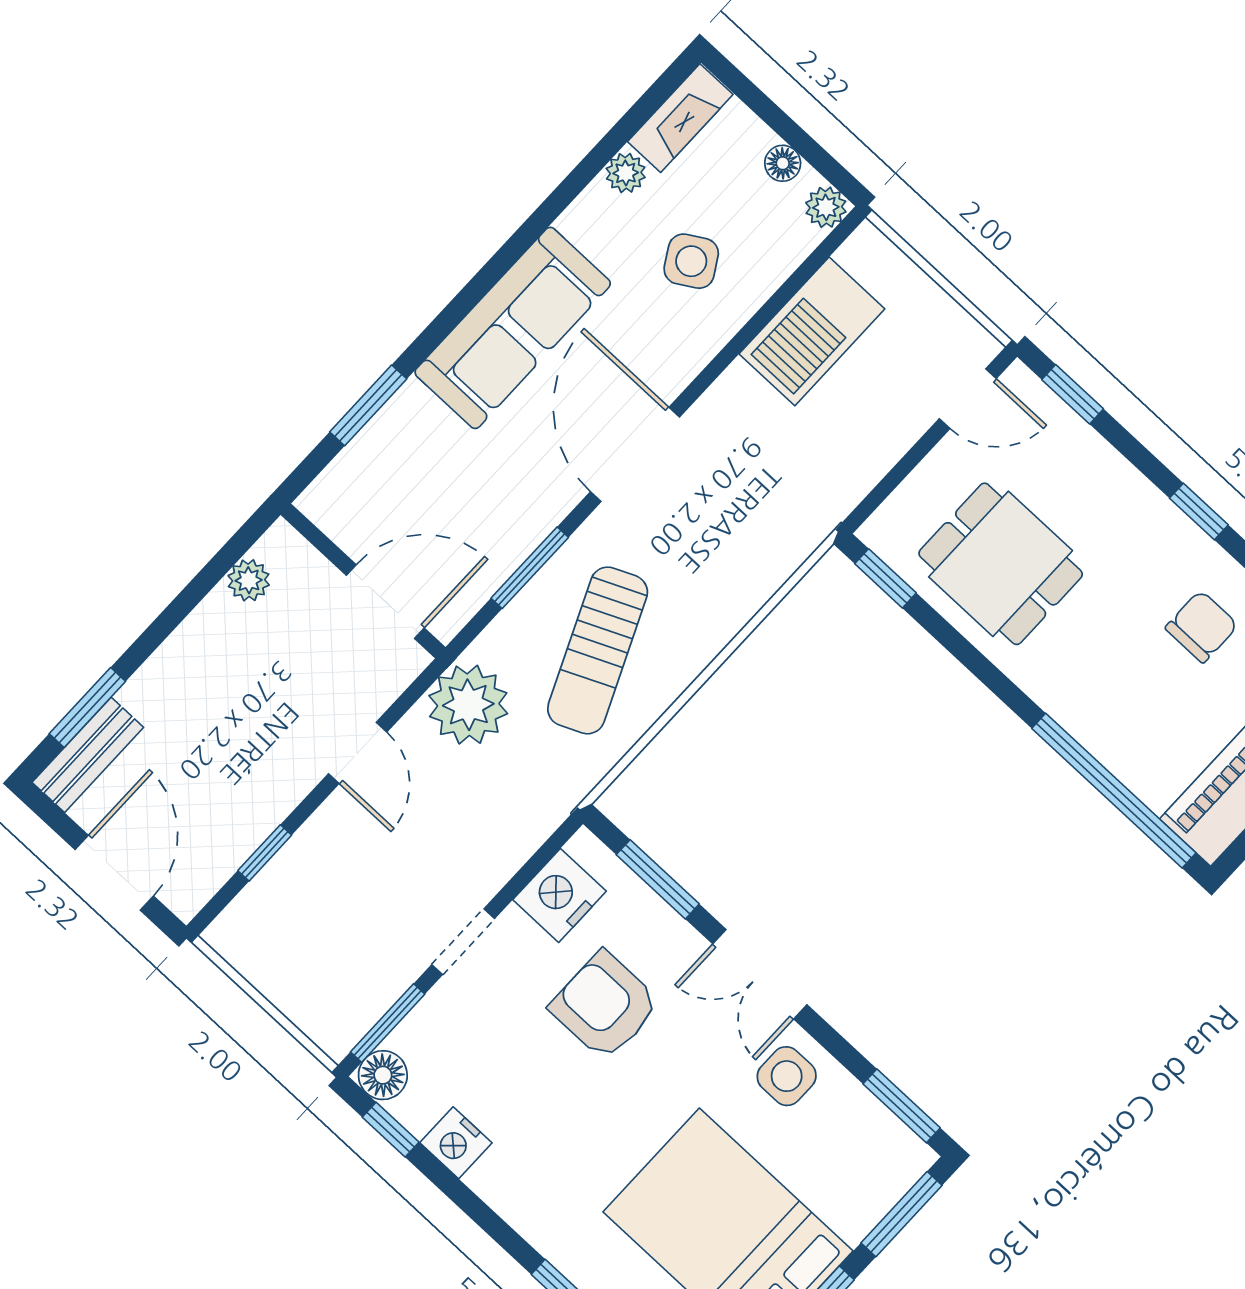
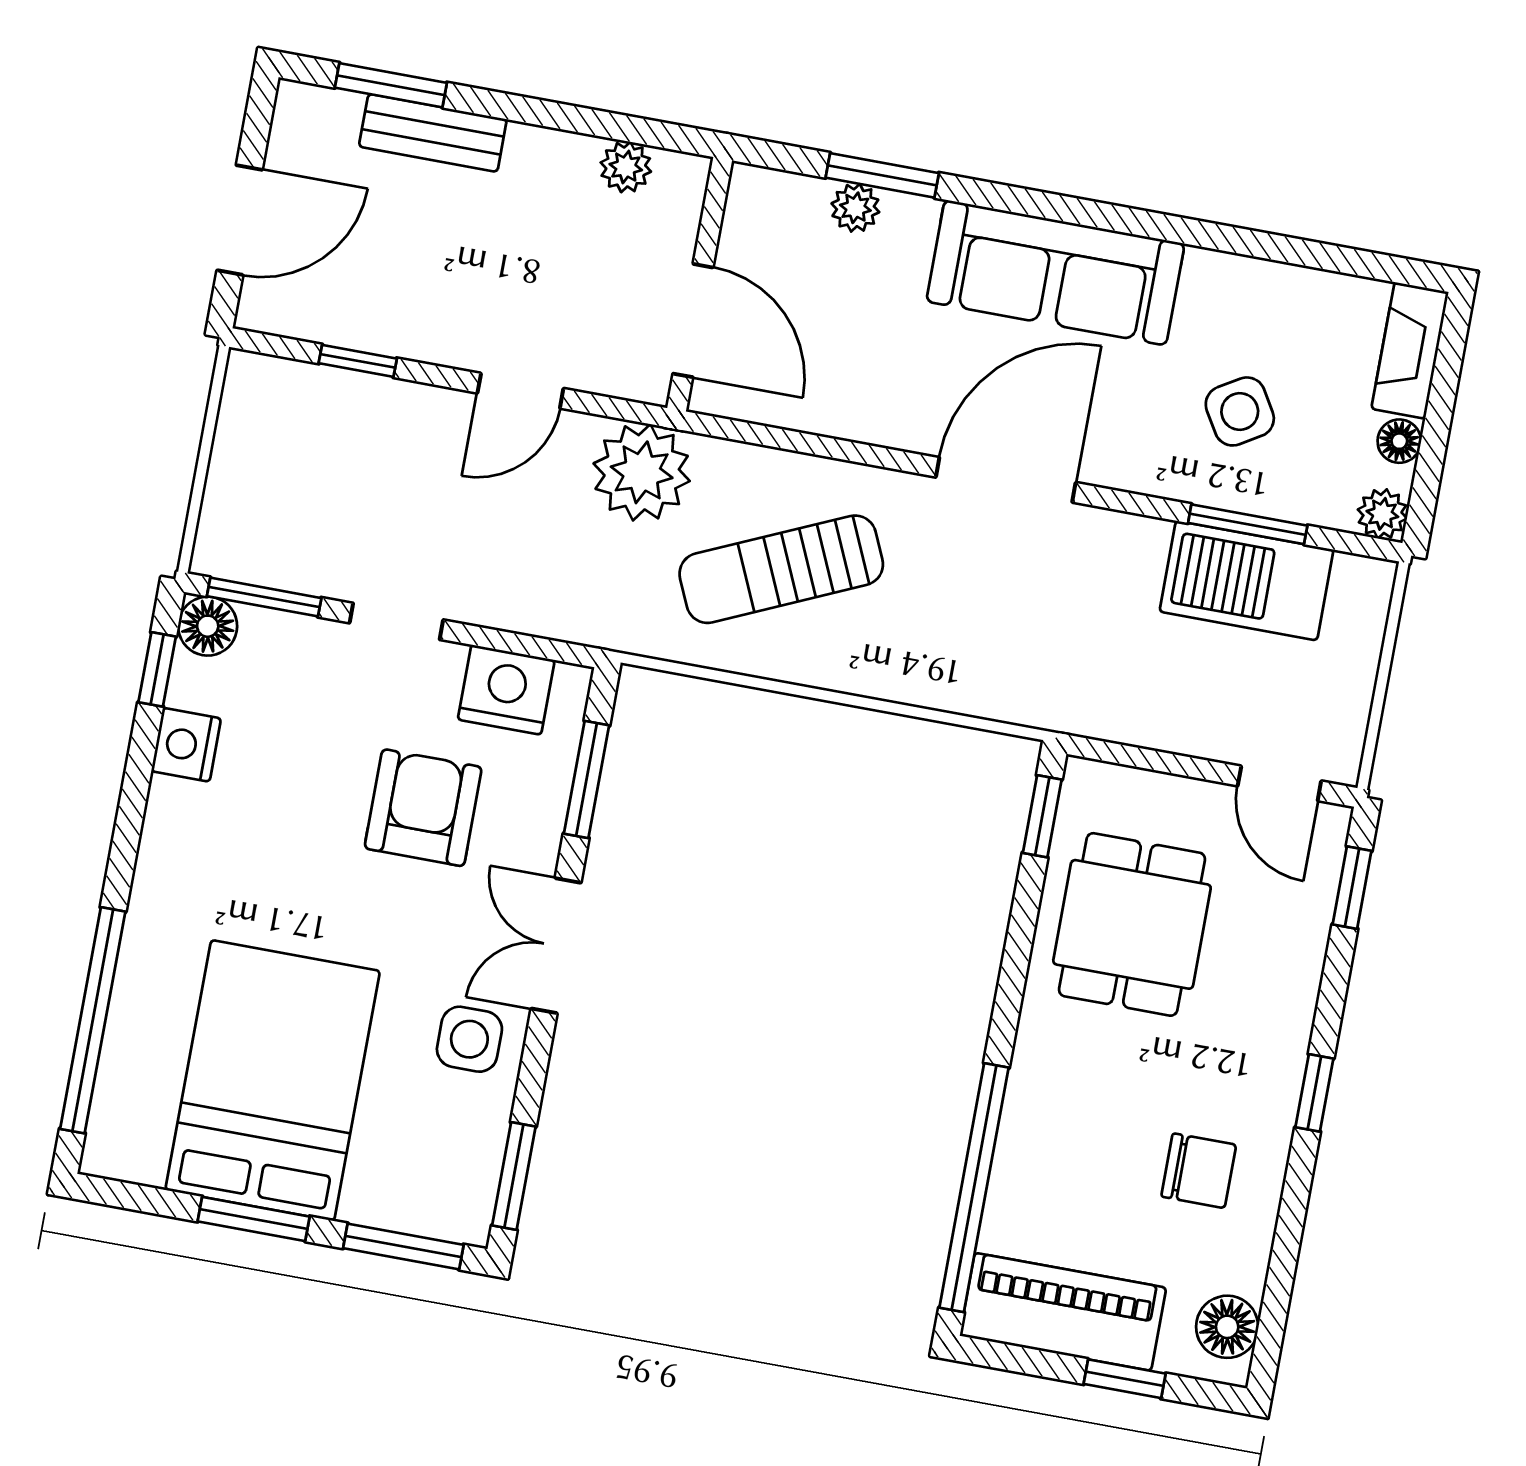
fireplace: (680, 118) -> (1410, 350), moved, turned 90
plant: (626, 173) -> (855, 208), moved
window: (530, 568) -> (1248, 524), moved
bench: (88, 755) -> (433, 133), moved

